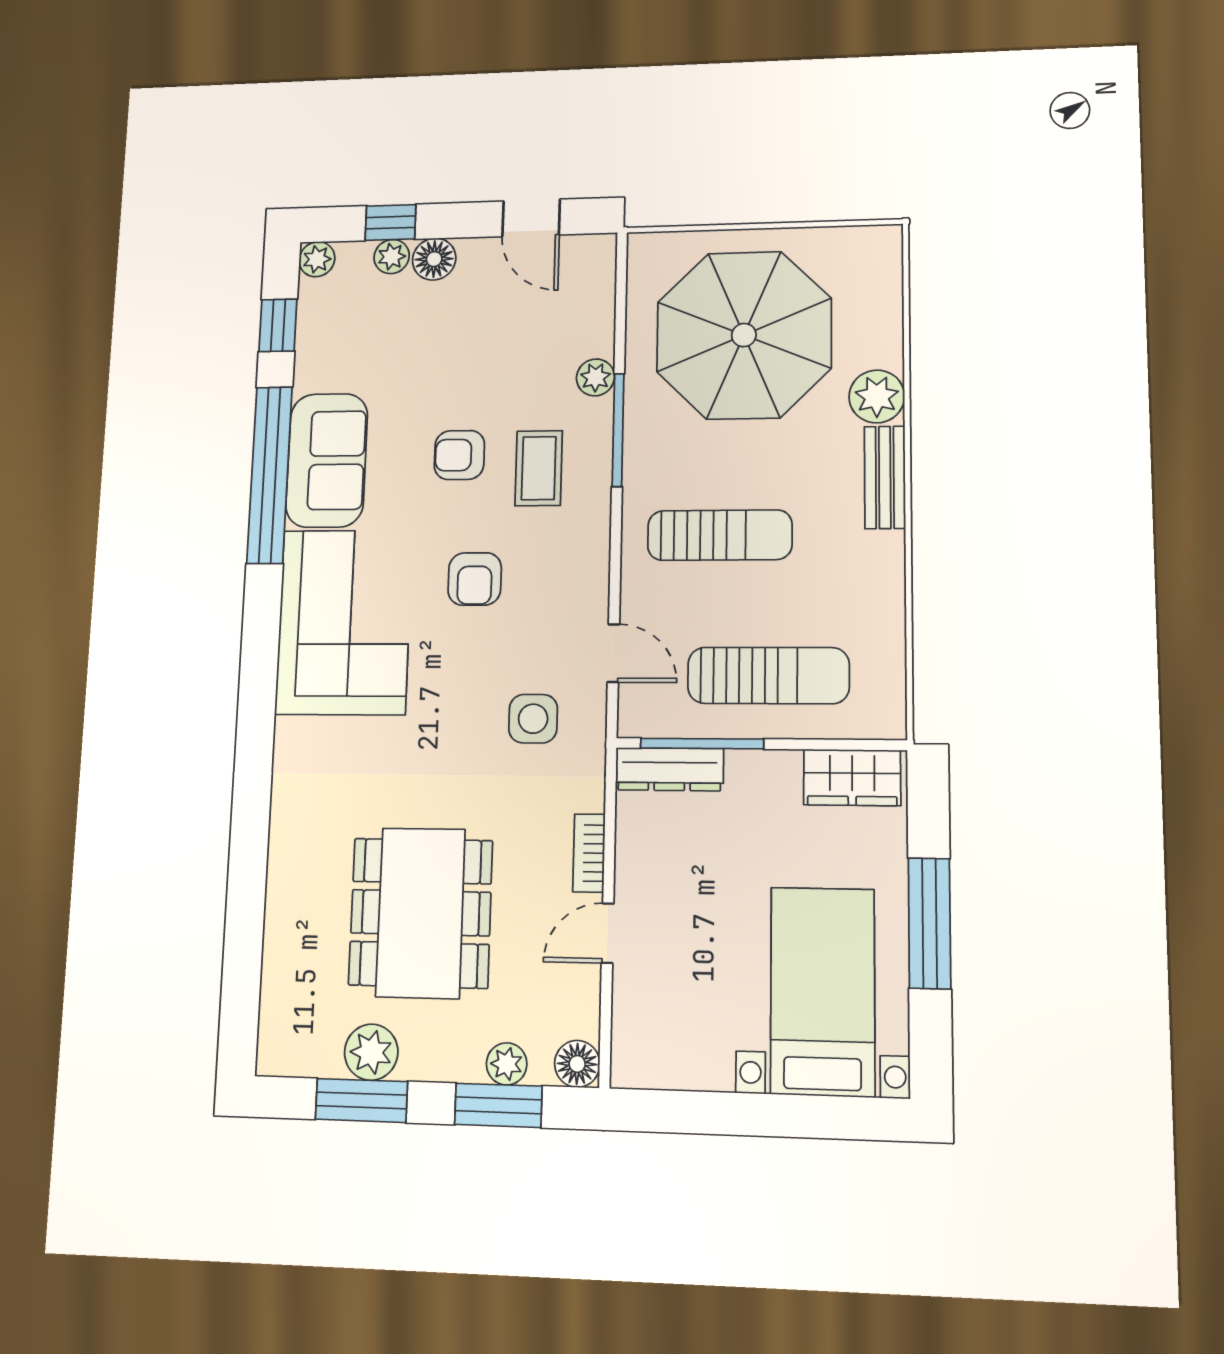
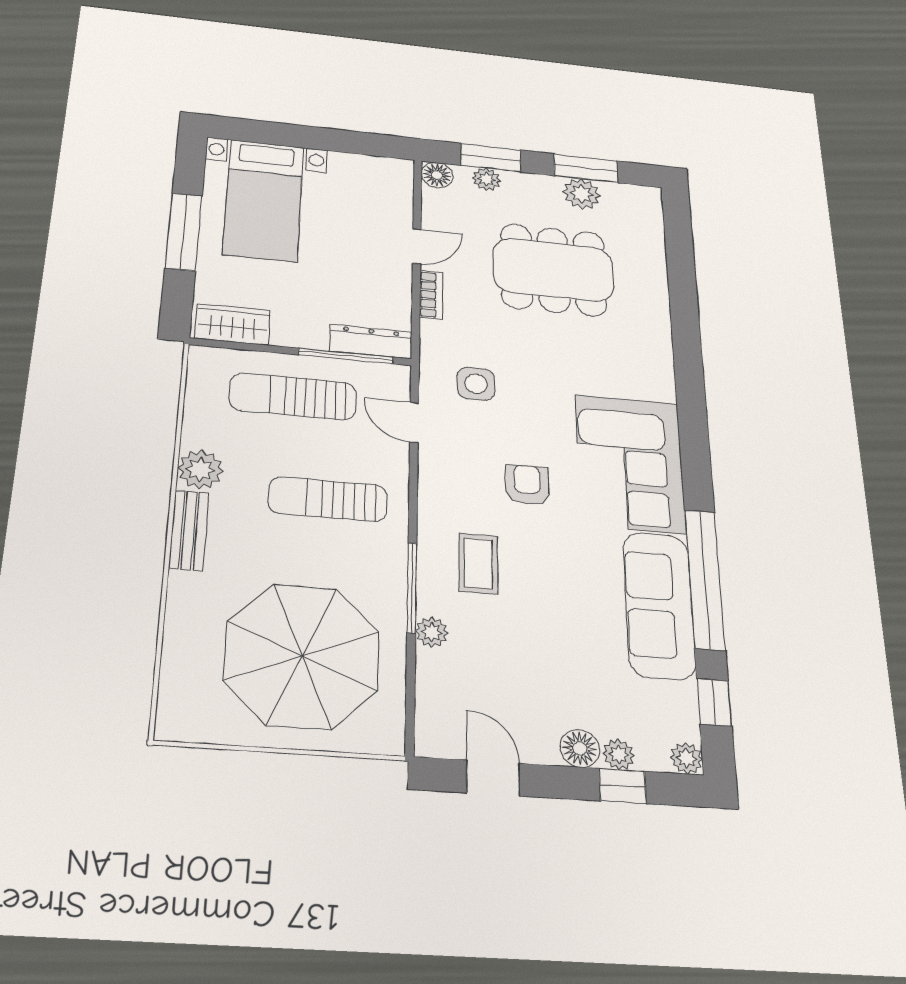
plant: (877, 396) -> (200, 470), moved
armchair: (459, 455) -> (546, 580), removed
sofa: (327, 460) -> (659, 605), width x1.36
dining table: (421, 913) -> (553, 270), turned 90

